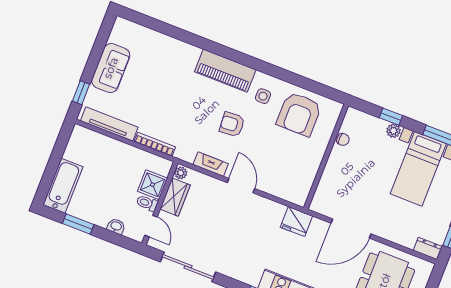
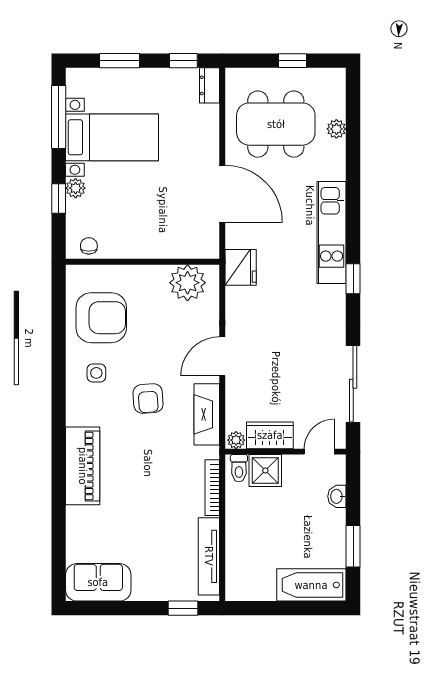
sofa: (111, 68) -> (98, 582), moved
piano: (225, 71) -> (83, 466), moved
chair: (343, 139) -> (89, 246), moved
fireplace: (211, 164) -> (207, 414), width x1.37, depth x1.32
plant: (300, 182) -> (188, 283), added
toilet: (147, 203) -> (239, 468), moved

